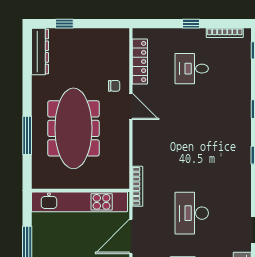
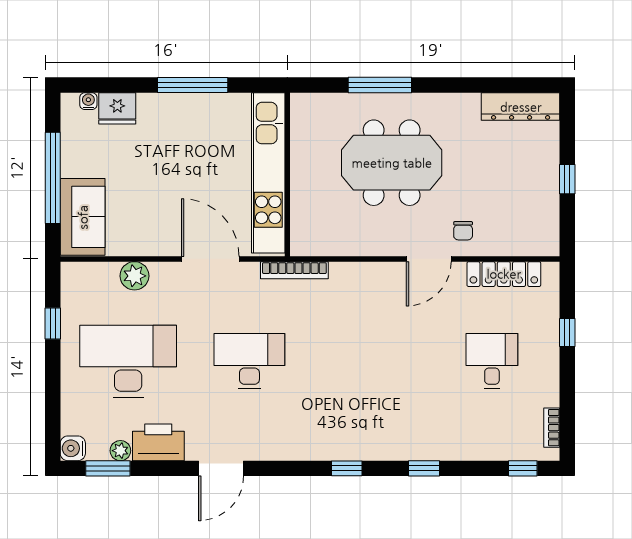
window: (64, 24) -> (567, 179), moved
window: (191, 24) -> (567, 332), moved
bookcase: (225, 33) -> (552, 428), width x0.64
meeting table: (73, 128) -> (392, 163), width x0.73

